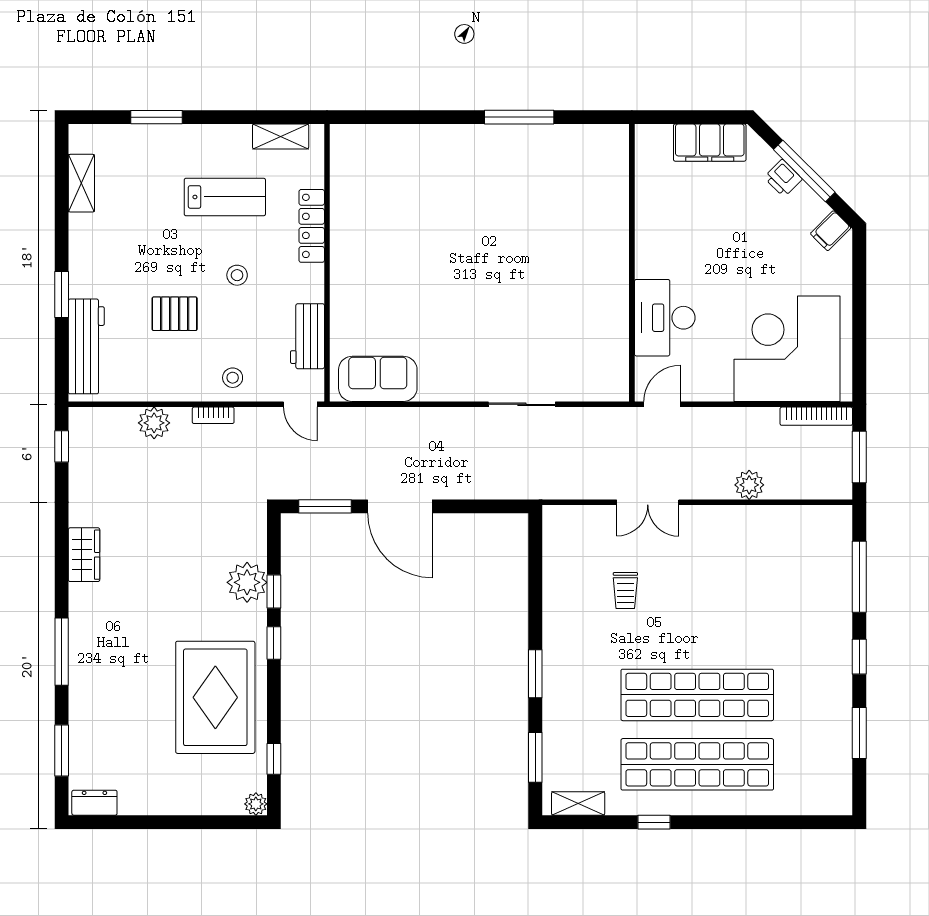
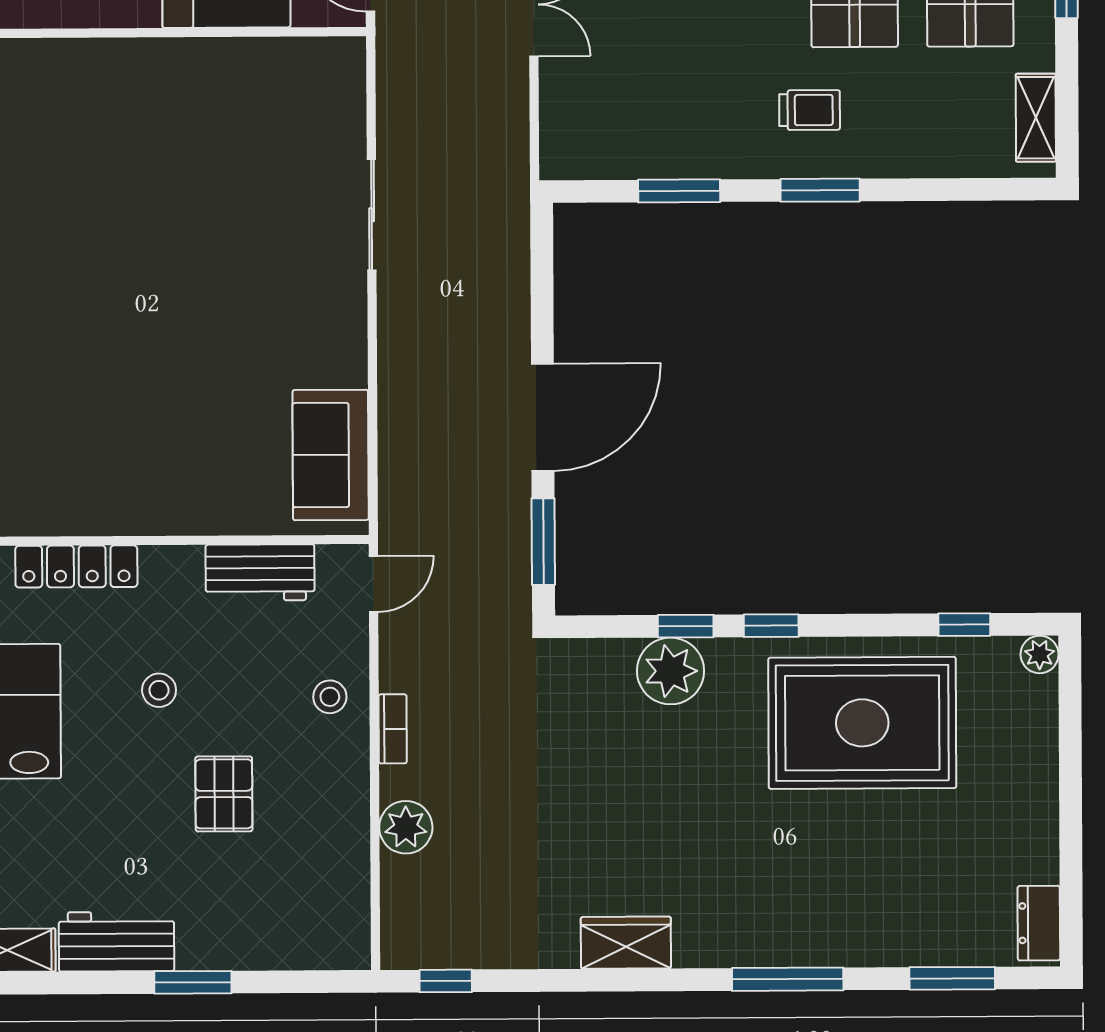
workbench: (86, 346) -> (116, 942), moved, width x0.73
trolley: (625, 591) -> (810, 110), moved
window: (535, 757) -> (679, 191), moved

